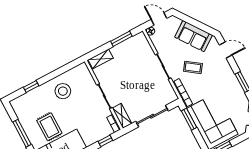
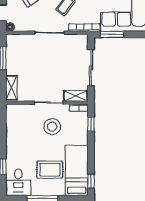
stool: (63, 91) -> (52, 127), moved
desk: (25, 106) -> (18, 182), added

